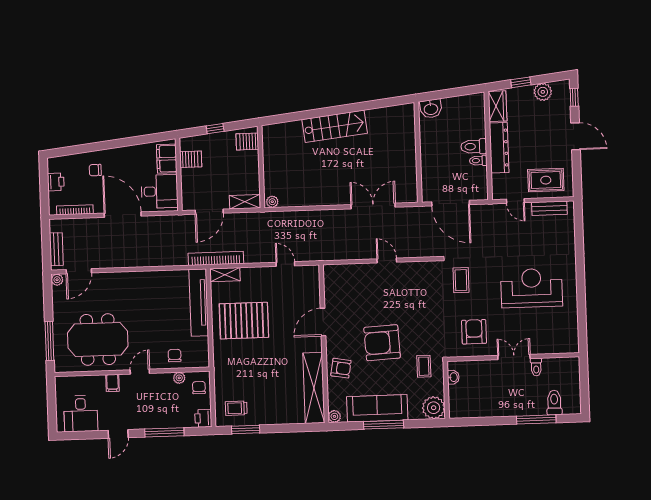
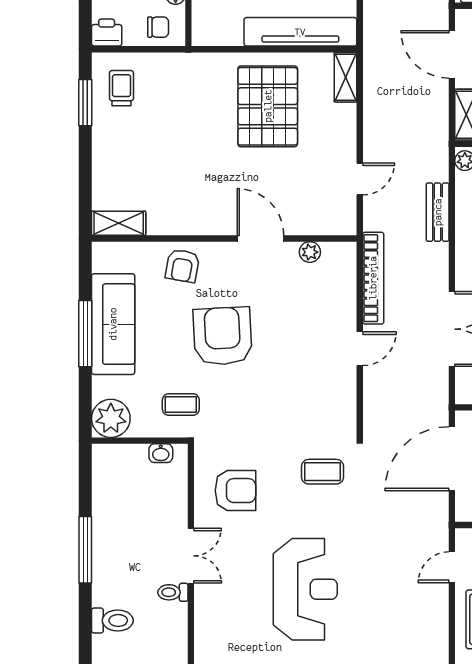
bench: (549, 208) -> (438, 212), moved
bookcase: (216, 258) -> (373, 278), moved
shelving: (314, 388) -> (119, 223), width x0.45, depth x0.75
plant: (334, 416) -> (310, 252), moved
window: (536, 419) -> (85, 550), moved

